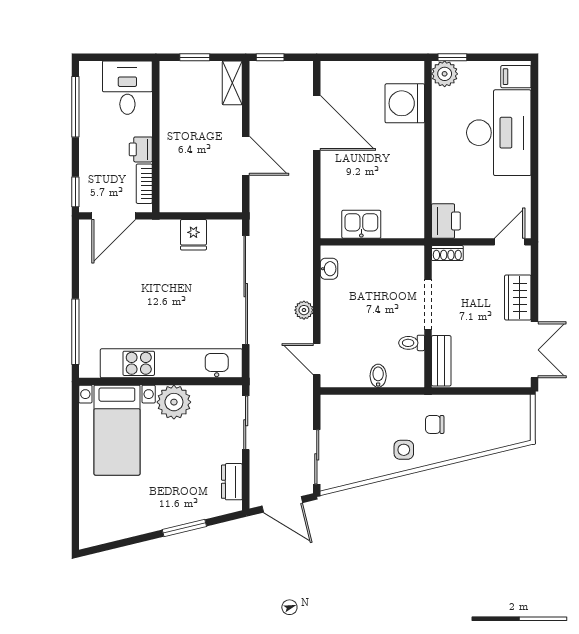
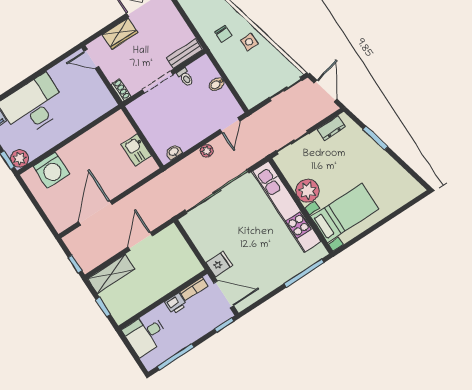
shelving: (232, 83) -> (111, 274), width x1.50, depth x1.33
printer: (446, 221) -> (103, 103), removed
fridge: (193, 235) -> (219, 264), moved

